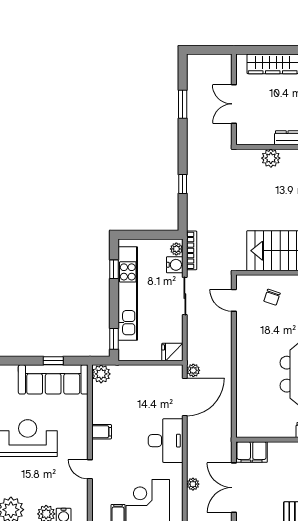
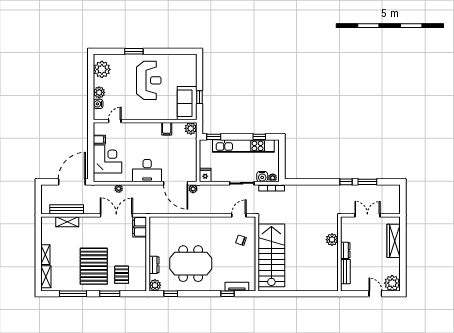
window: (183, 184) -> (346, 182), moved
sofa: (53, 379) -> (187, 103), width x0.73
filing cabinet: (102, 432) -> (167, 129), moved
door: (90, 469) -> (115, 121), moved

